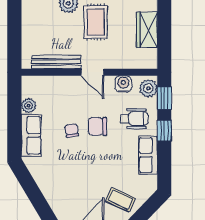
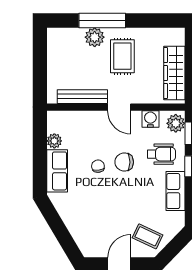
wardrobe: (147, 30) -> (174, 73), width x1.50

